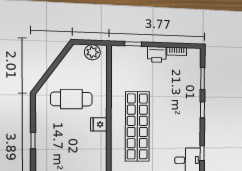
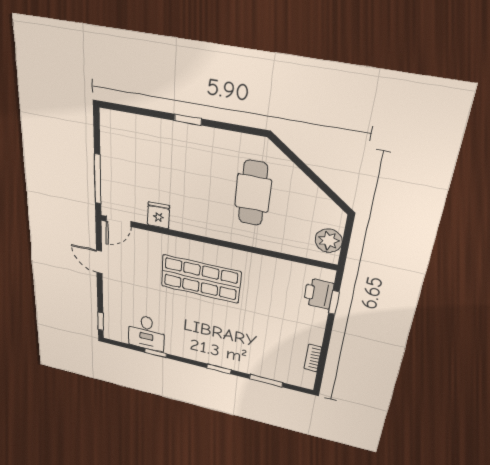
printer: (157, 54) -> (319, 294), moved
fridge: (99, 124) -> (159, 215), moved
shop shelf: (137, 126) -> (201, 279), width x0.71

